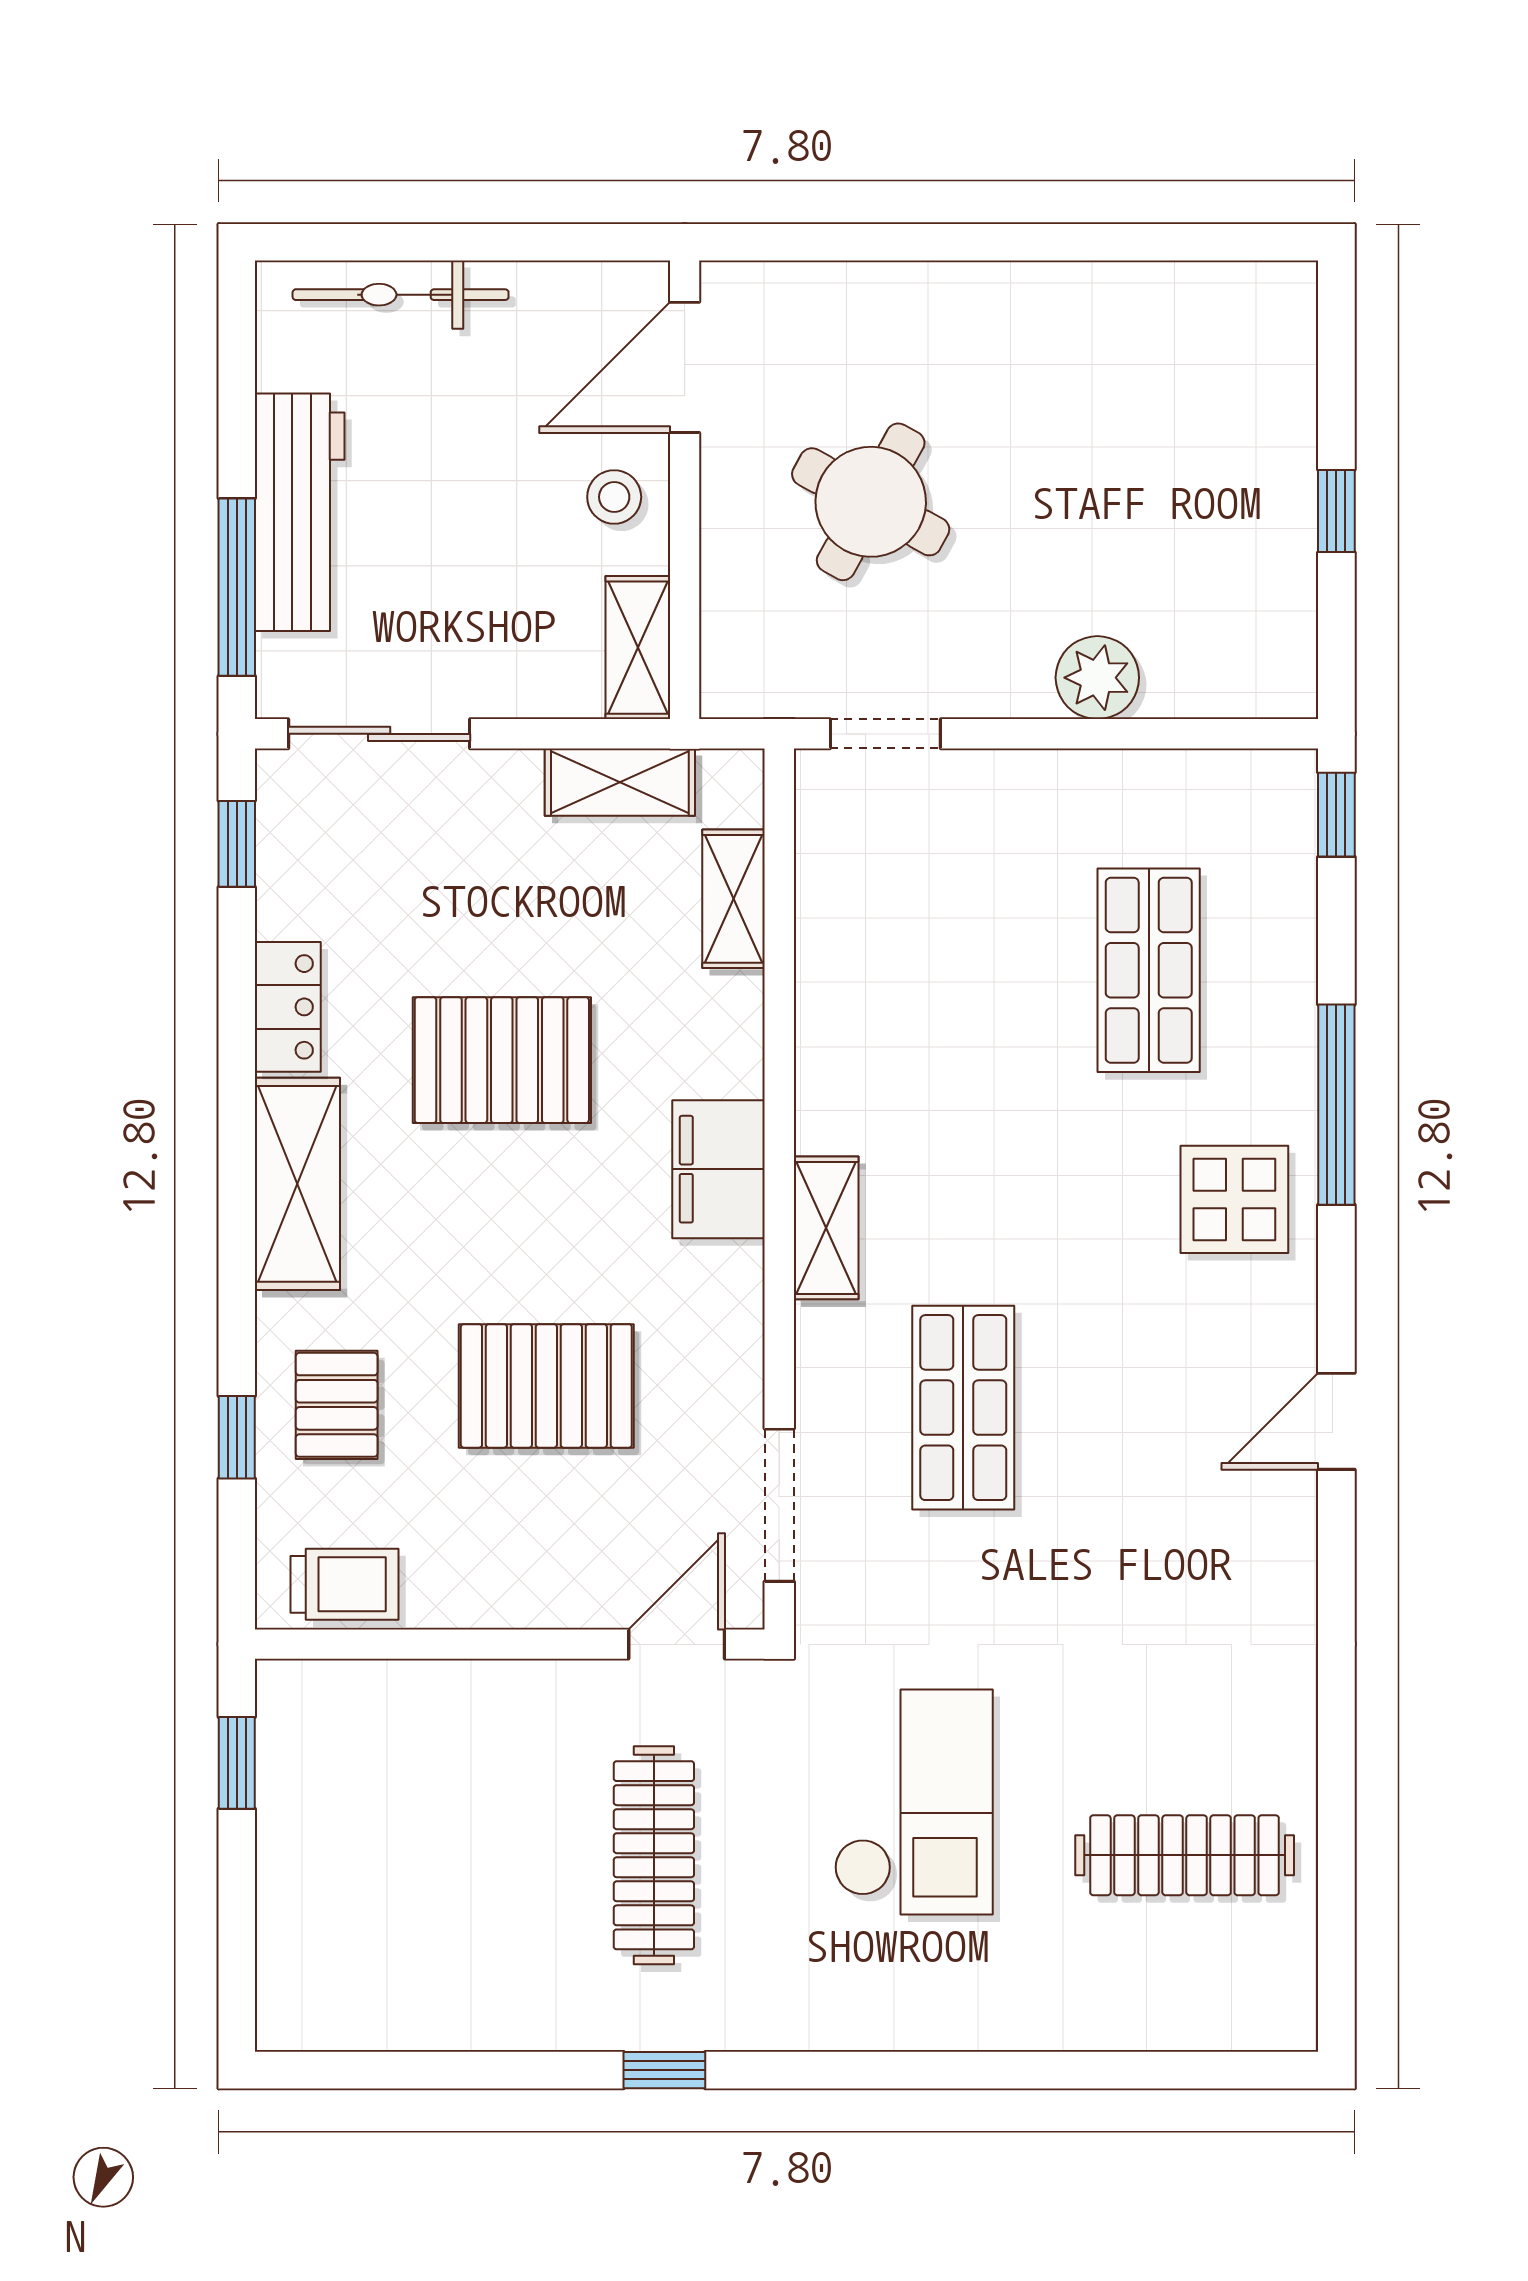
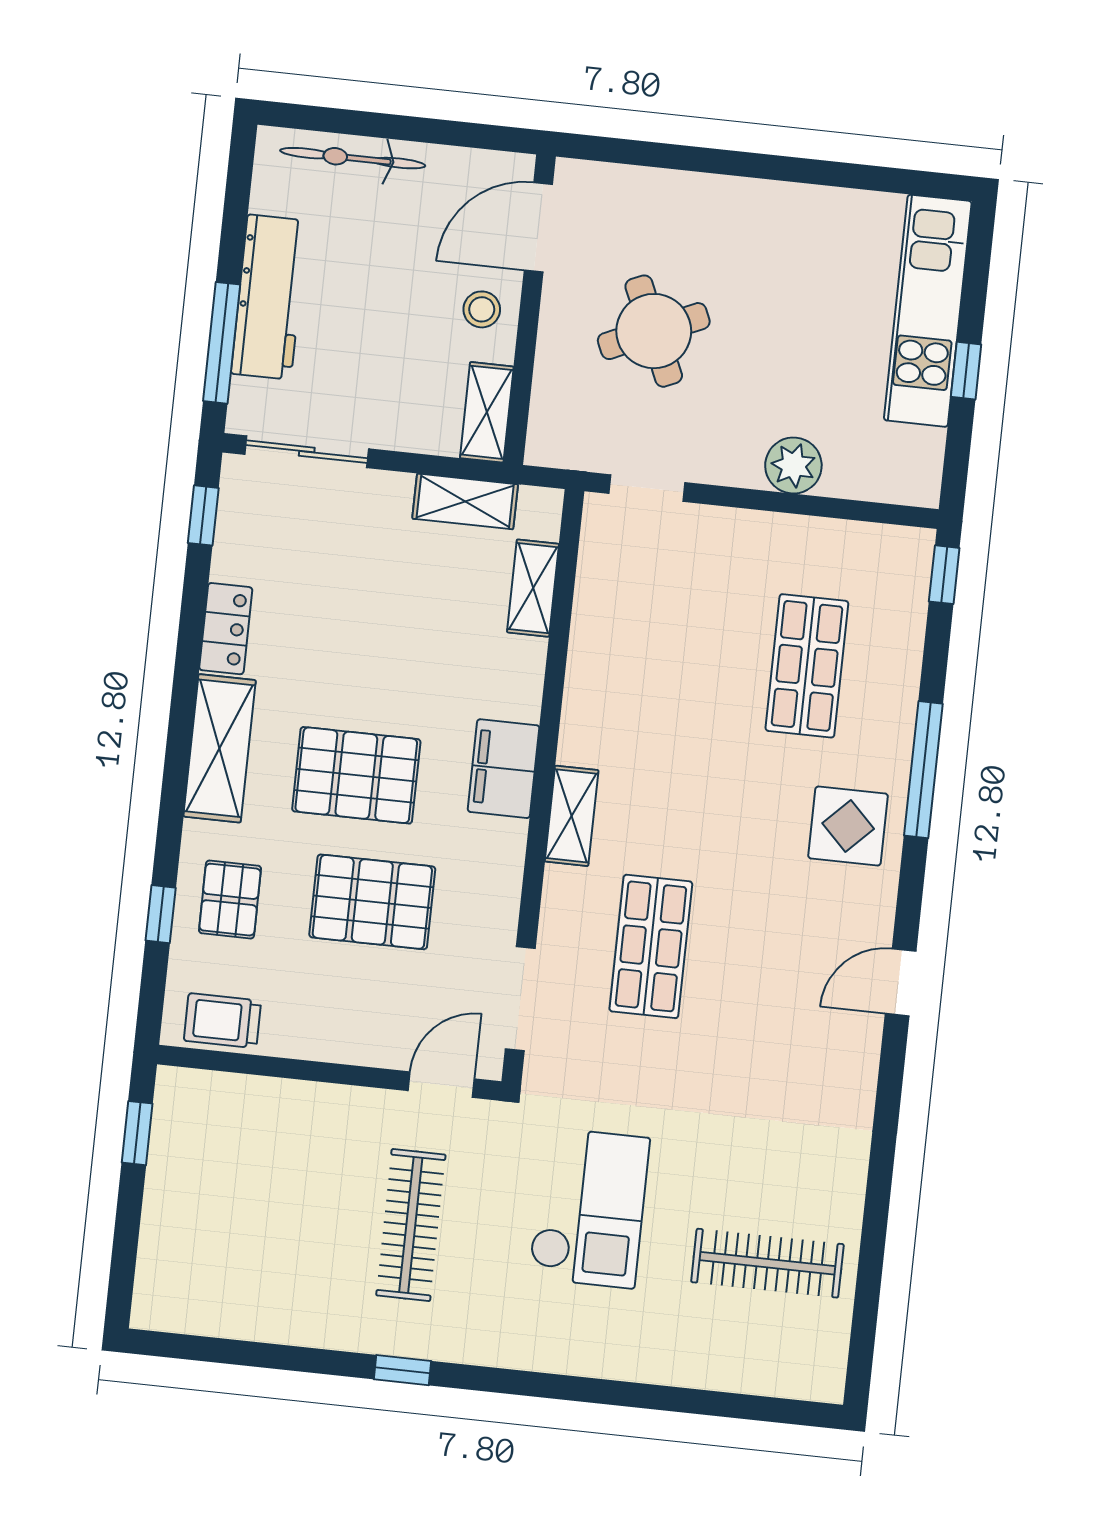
kitchen unit: (1271, 429) -> (928, 311), added
round table: (871, 502) -> (654, 331), turned 37
pallet: (502, 1060) -> (356, 775), moved
trolley: (345, 1584) -> (222, 1021), turned 180

